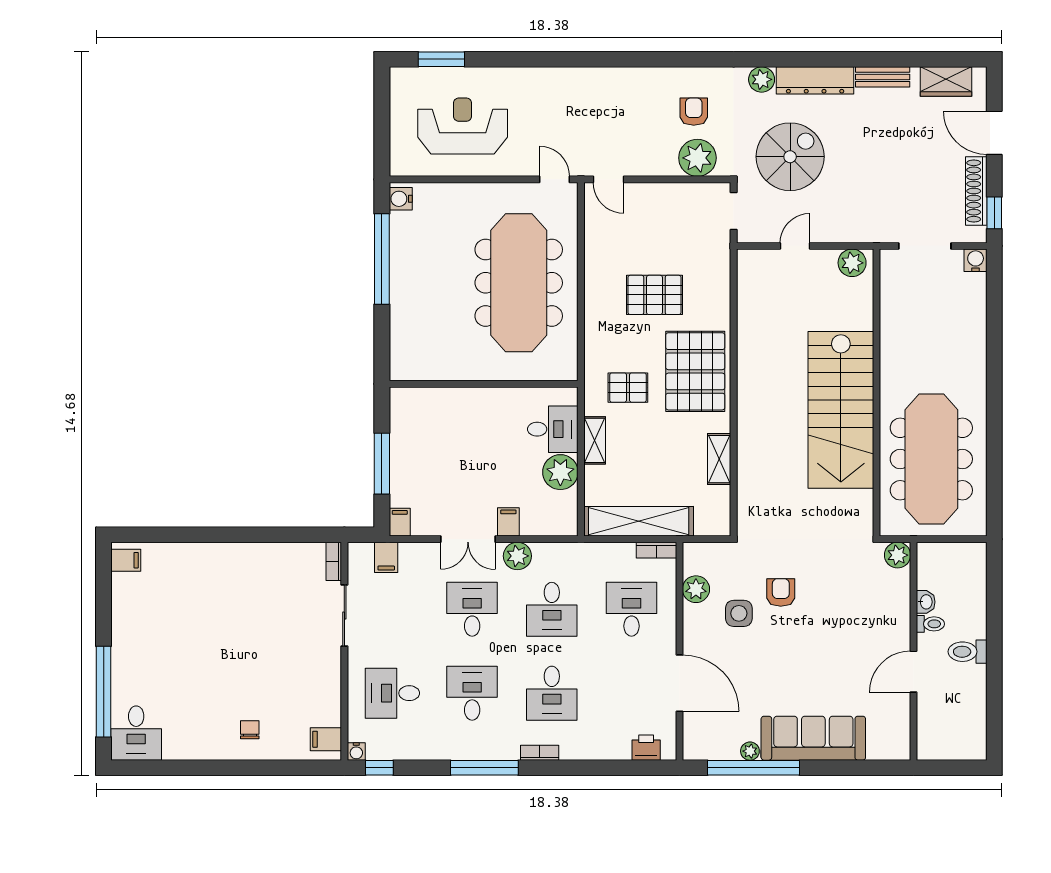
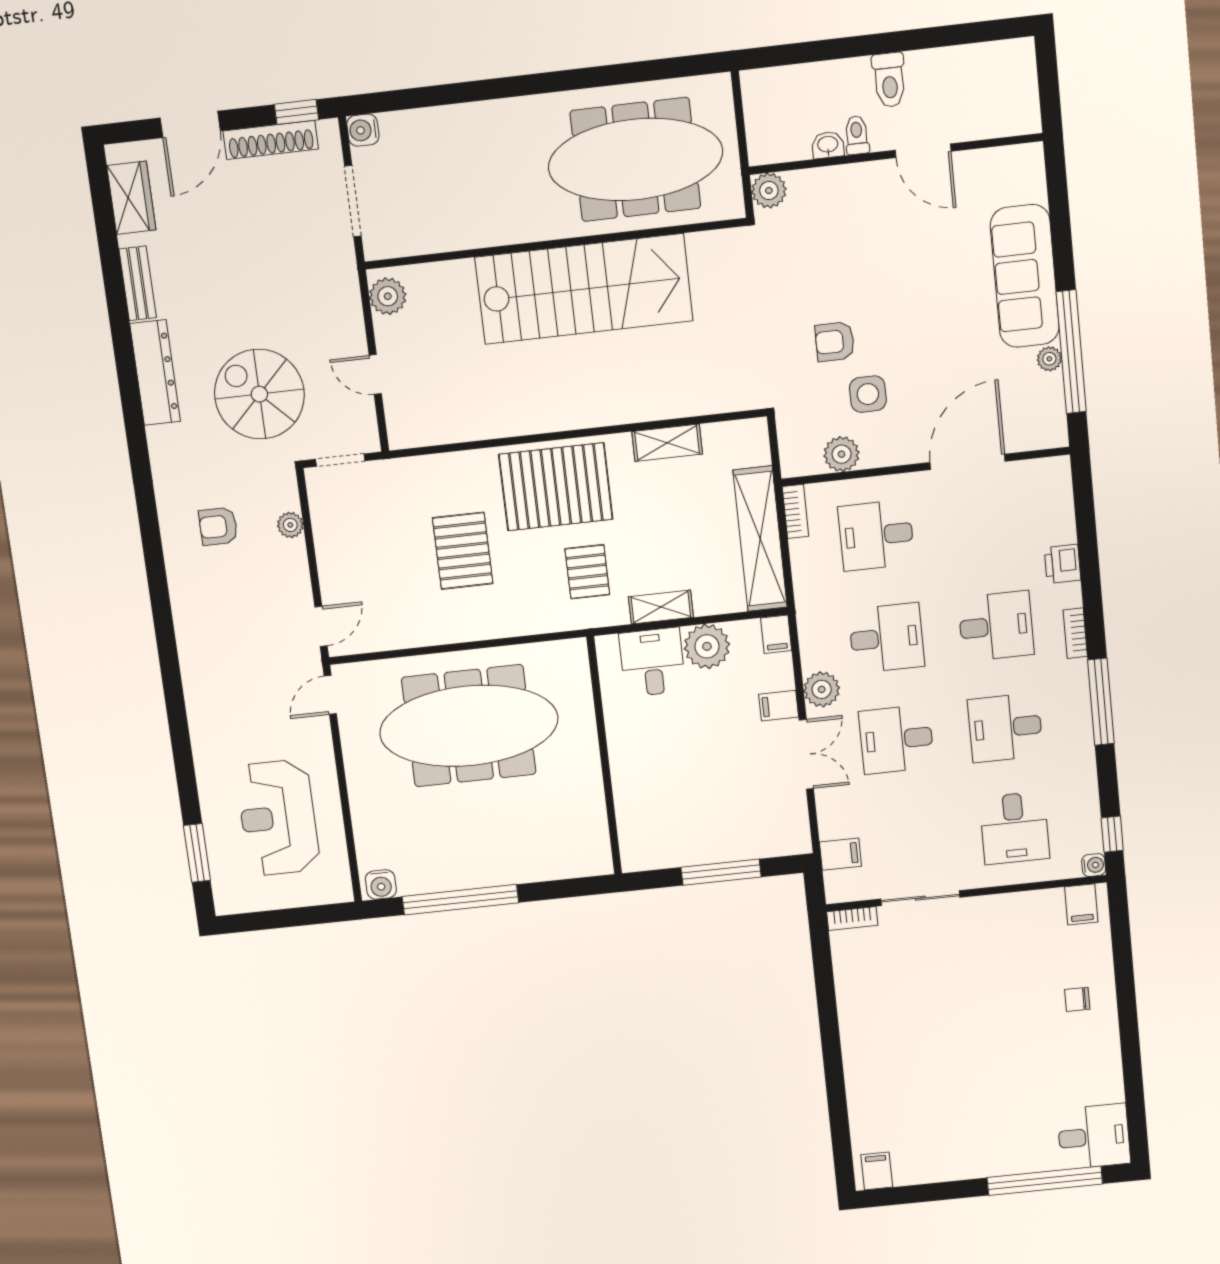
plant: (762, 79) -> (164, 443), removed
plant: (697, 158) -> (290, 525), width x0.53, depth x0.53
filing cabinet: (400, 522) -> (776, 634), moved, turned -90
printer: (646, 748) -> (1062, 564), moved

